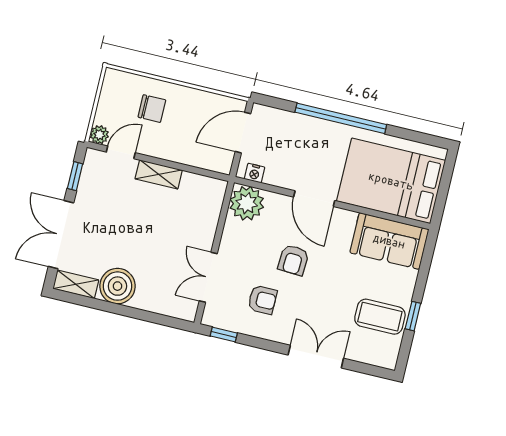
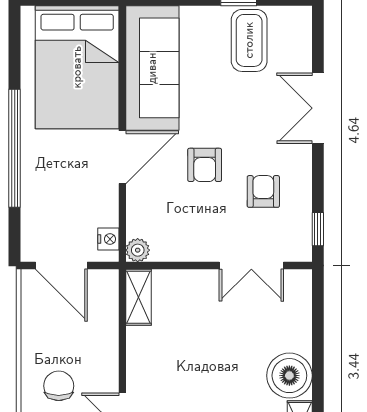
shelving: (159, 174) -> (138, 297), moved
plant: (247, 203) -> (138, 250), width x0.53, depth x0.53
sofa: (389, 241) -> (152, 68), width x1.36
armchair: (293, 260) -> (205, 165), turned 87

